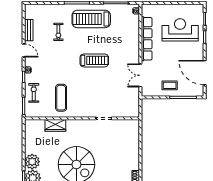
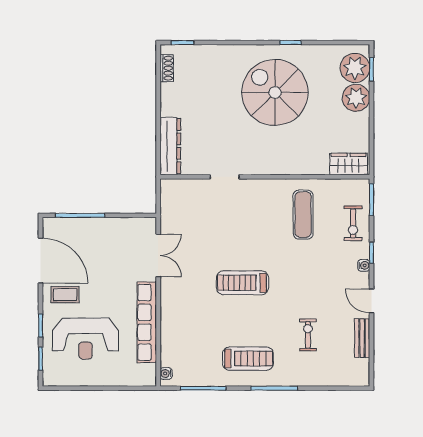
treadmill: (91, 19) -> (248, 359), width x0.73, depth x0.73
coffee table: (170, 85) -> (65, 295), moved
wardrobe: (55, 125) -> (349, 164), moved
dresser: (134, 135) -> (170, 146), added

